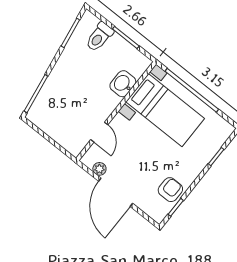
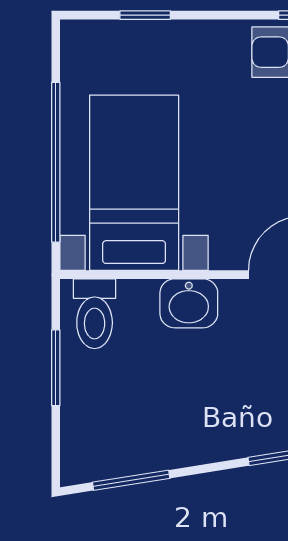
toilet: (99, 37) -> (95, 314), moved, turned 90
washbasin: (123, 84) -> (189, 303), moved

